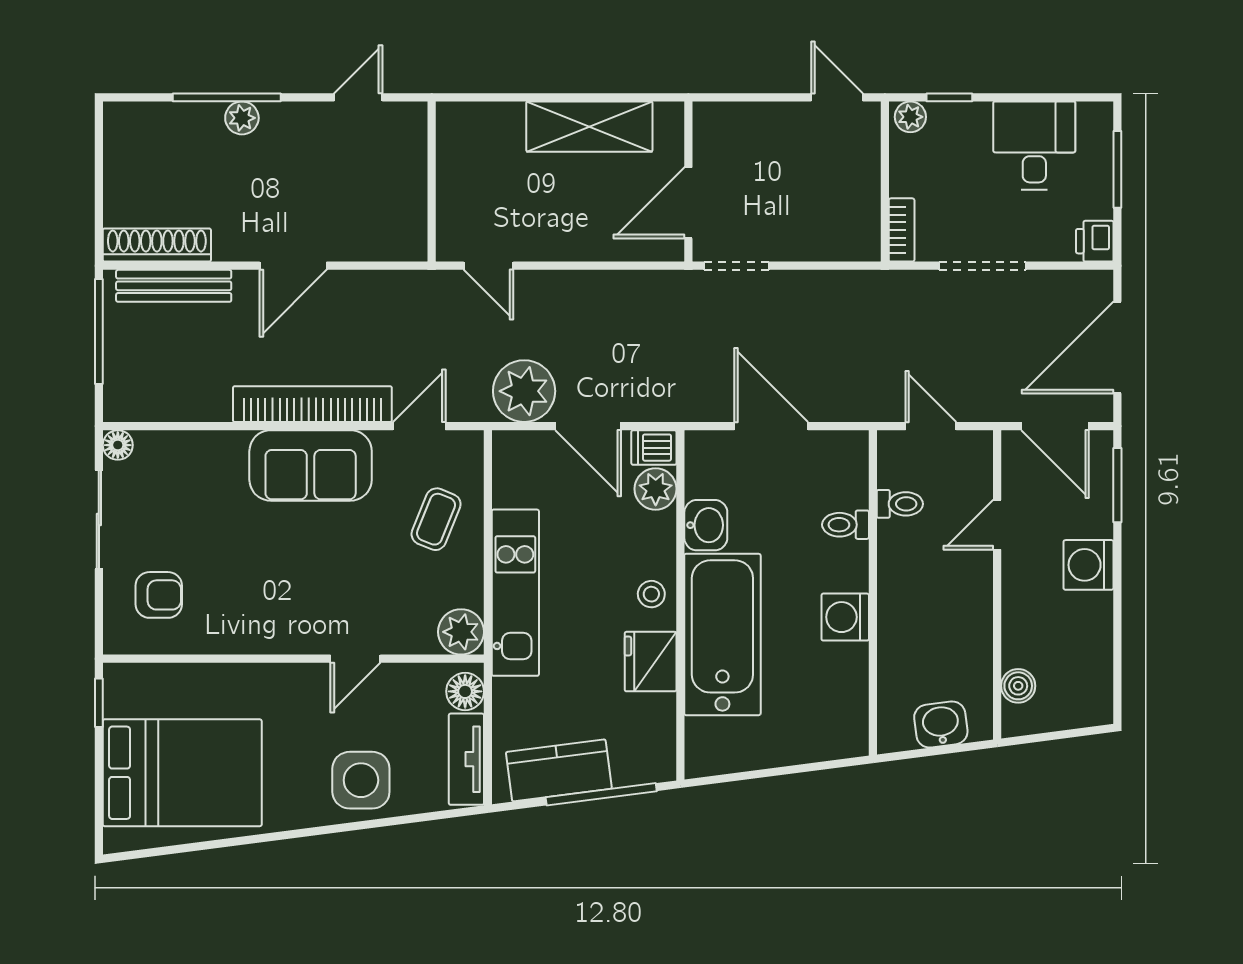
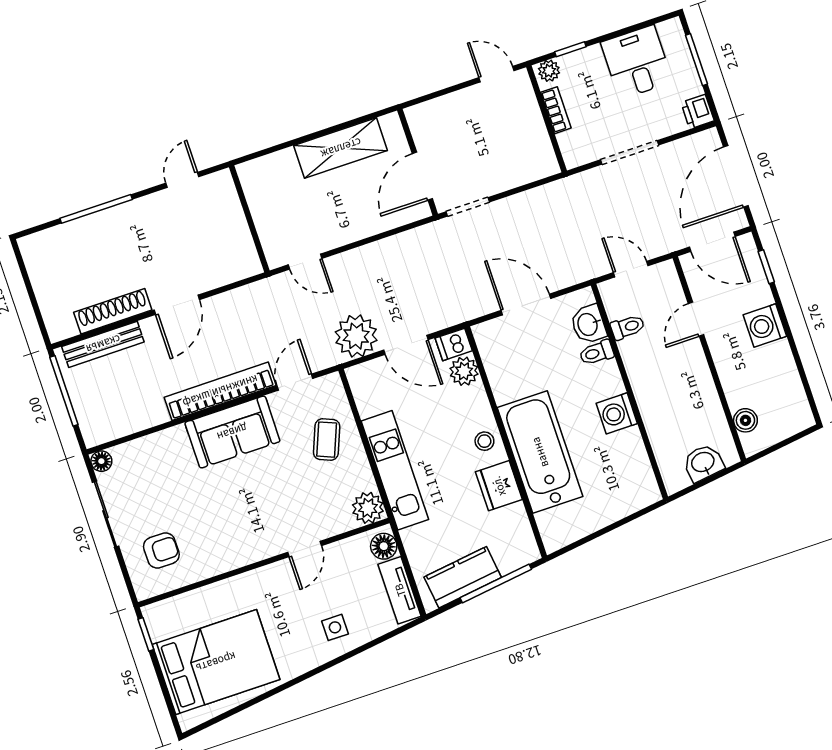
plant: (242, 118) -> (111, 219), removed
bookcase: (902, 230) -> (556, 110), moved
shoe rack: (157, 245) -> (113, 311), moved
window: (1117, 485) -> (766, 267), width x0.67
washbasin: (706, 525) -> (588, 324), moved, turned 180
side table: (361, 780) -> (335, 627), width x0.54, depth x0.54

